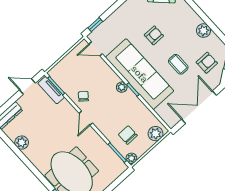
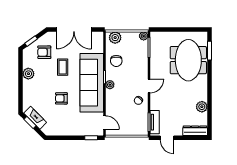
chair: (128, 135) -> (116, 61), moved

